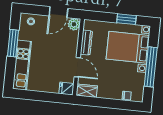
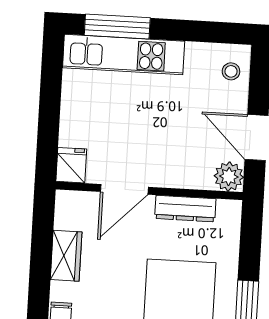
window: (13, 43) -> (117, 27), moved
wardrobe: (87, 91) -> (66, 256), moved

